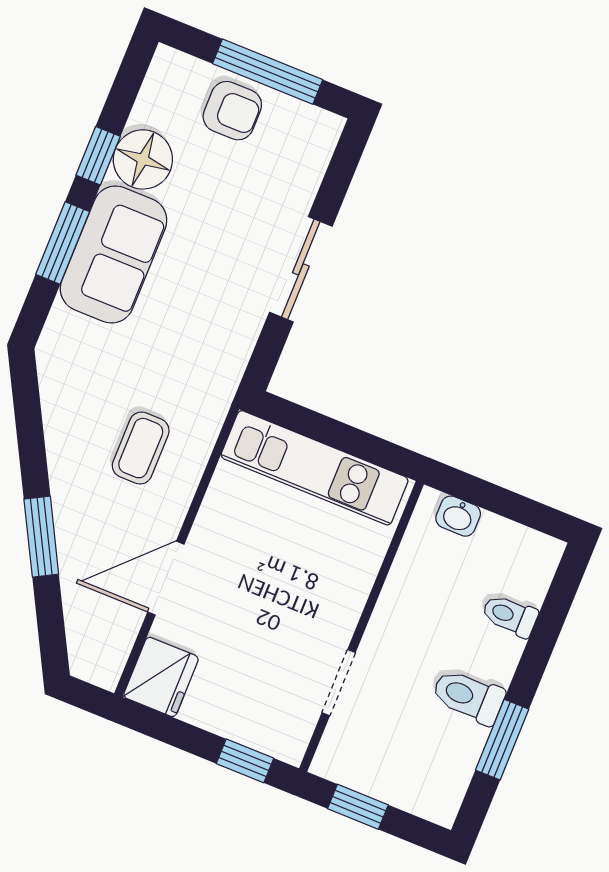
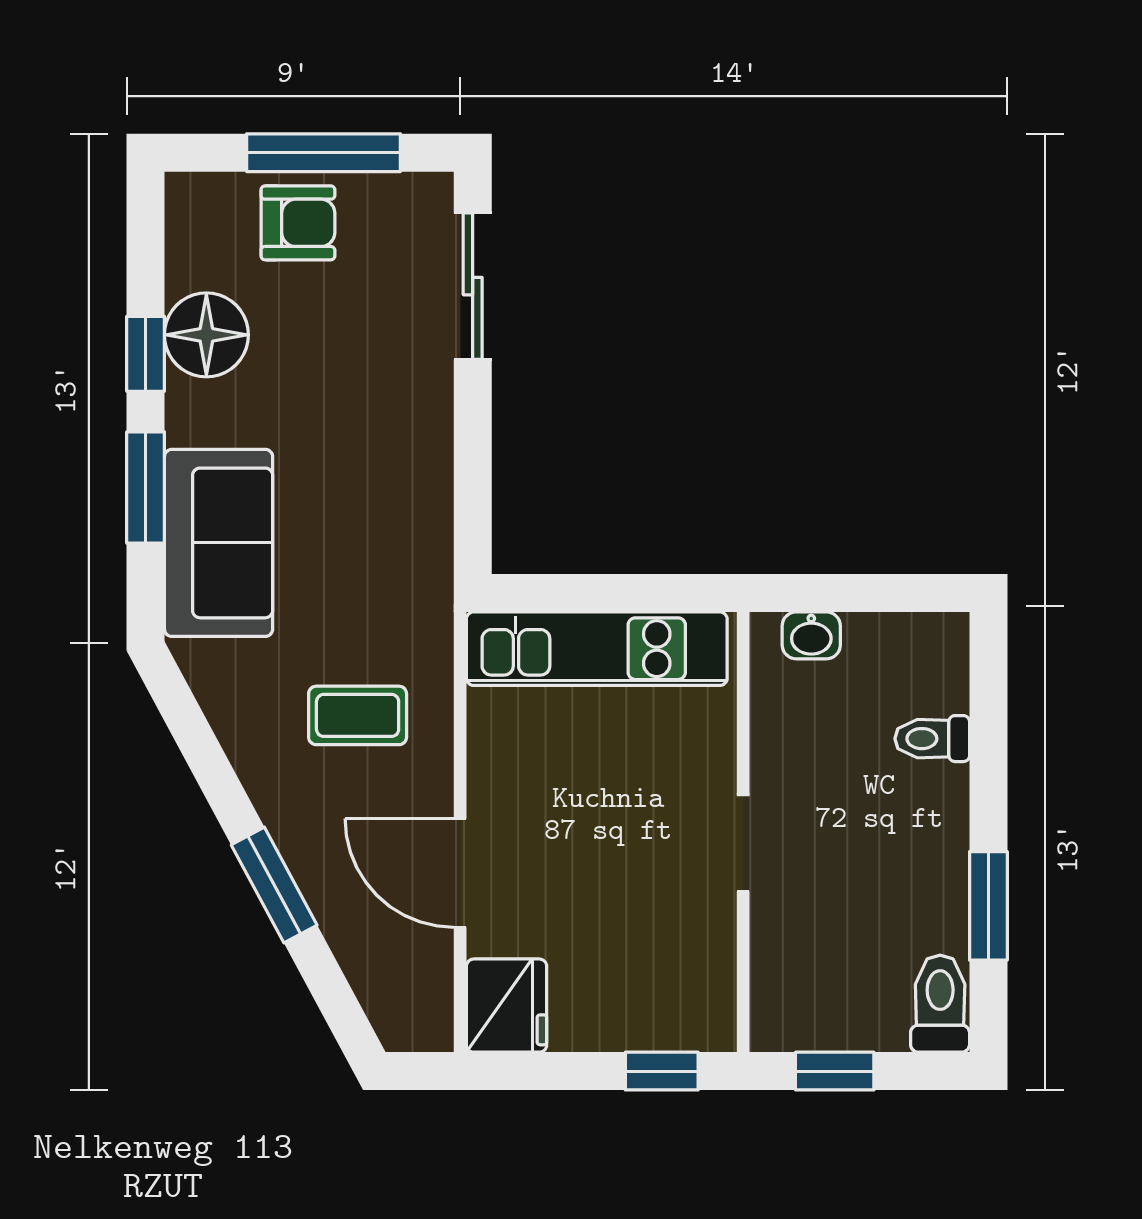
sofa: (114, 254) -> (219, 543), moved
sliding door: (301, 269) -> (473, 286), moved
coffee table: (141, 448) -> (358, 715), turned 90
door: (166, 578) -> (460, 873), hinge flipped
doorway: (339, 683) -> (743, 843), moved
toilet: (468, 696) -> (940, 1004), moved, turned 90

